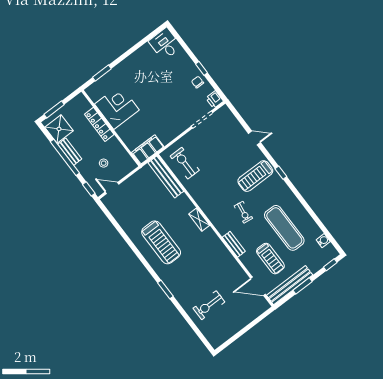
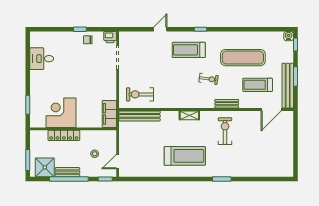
desk: (165, 44) -> (42, 59), moved
treadmill: (255, 176) -> (189, 50), turned 90
water cooler: (323, 241) -> (289, 36), moved
treadmill: (270, 259) -> (258, 85), turned 180
exercise bike: (209, 305) -> (225, 131), moved, turned 180

